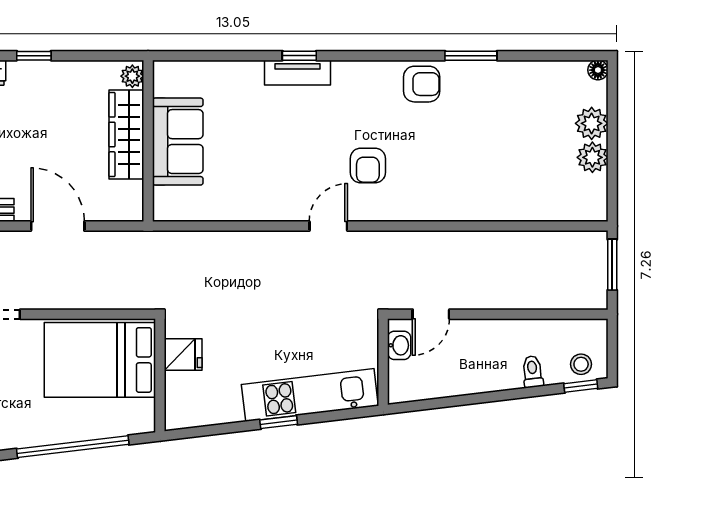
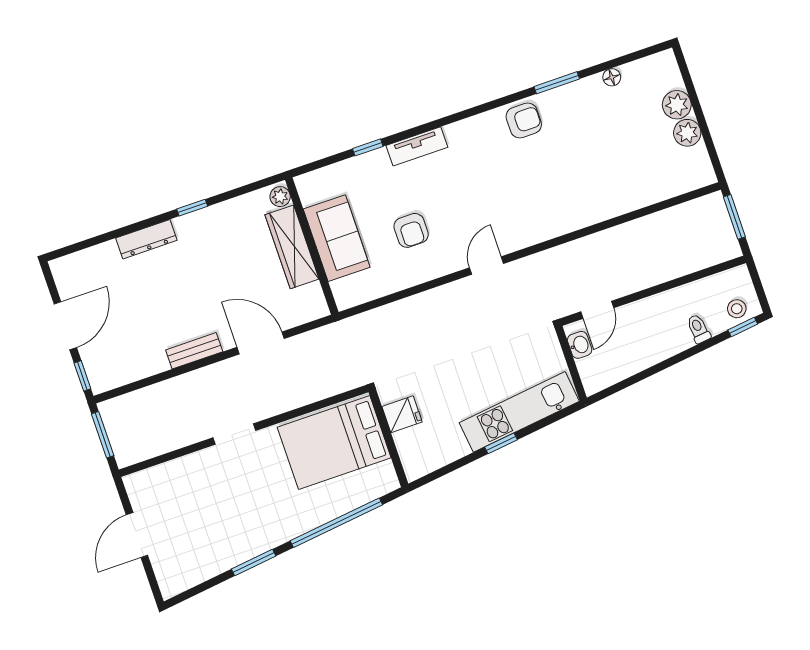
window: (299, 56) -> (368, 147), moved
floor lamp: (598, 70) -> (612, 77), moved
armchair: (368, 166) -> (411, 230), moved

